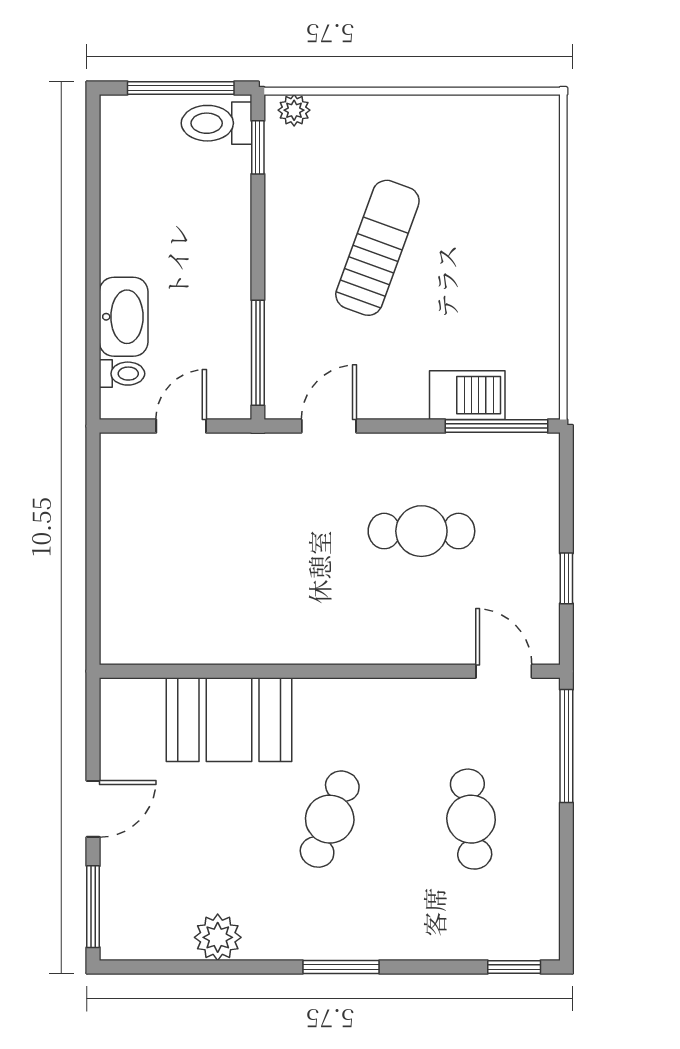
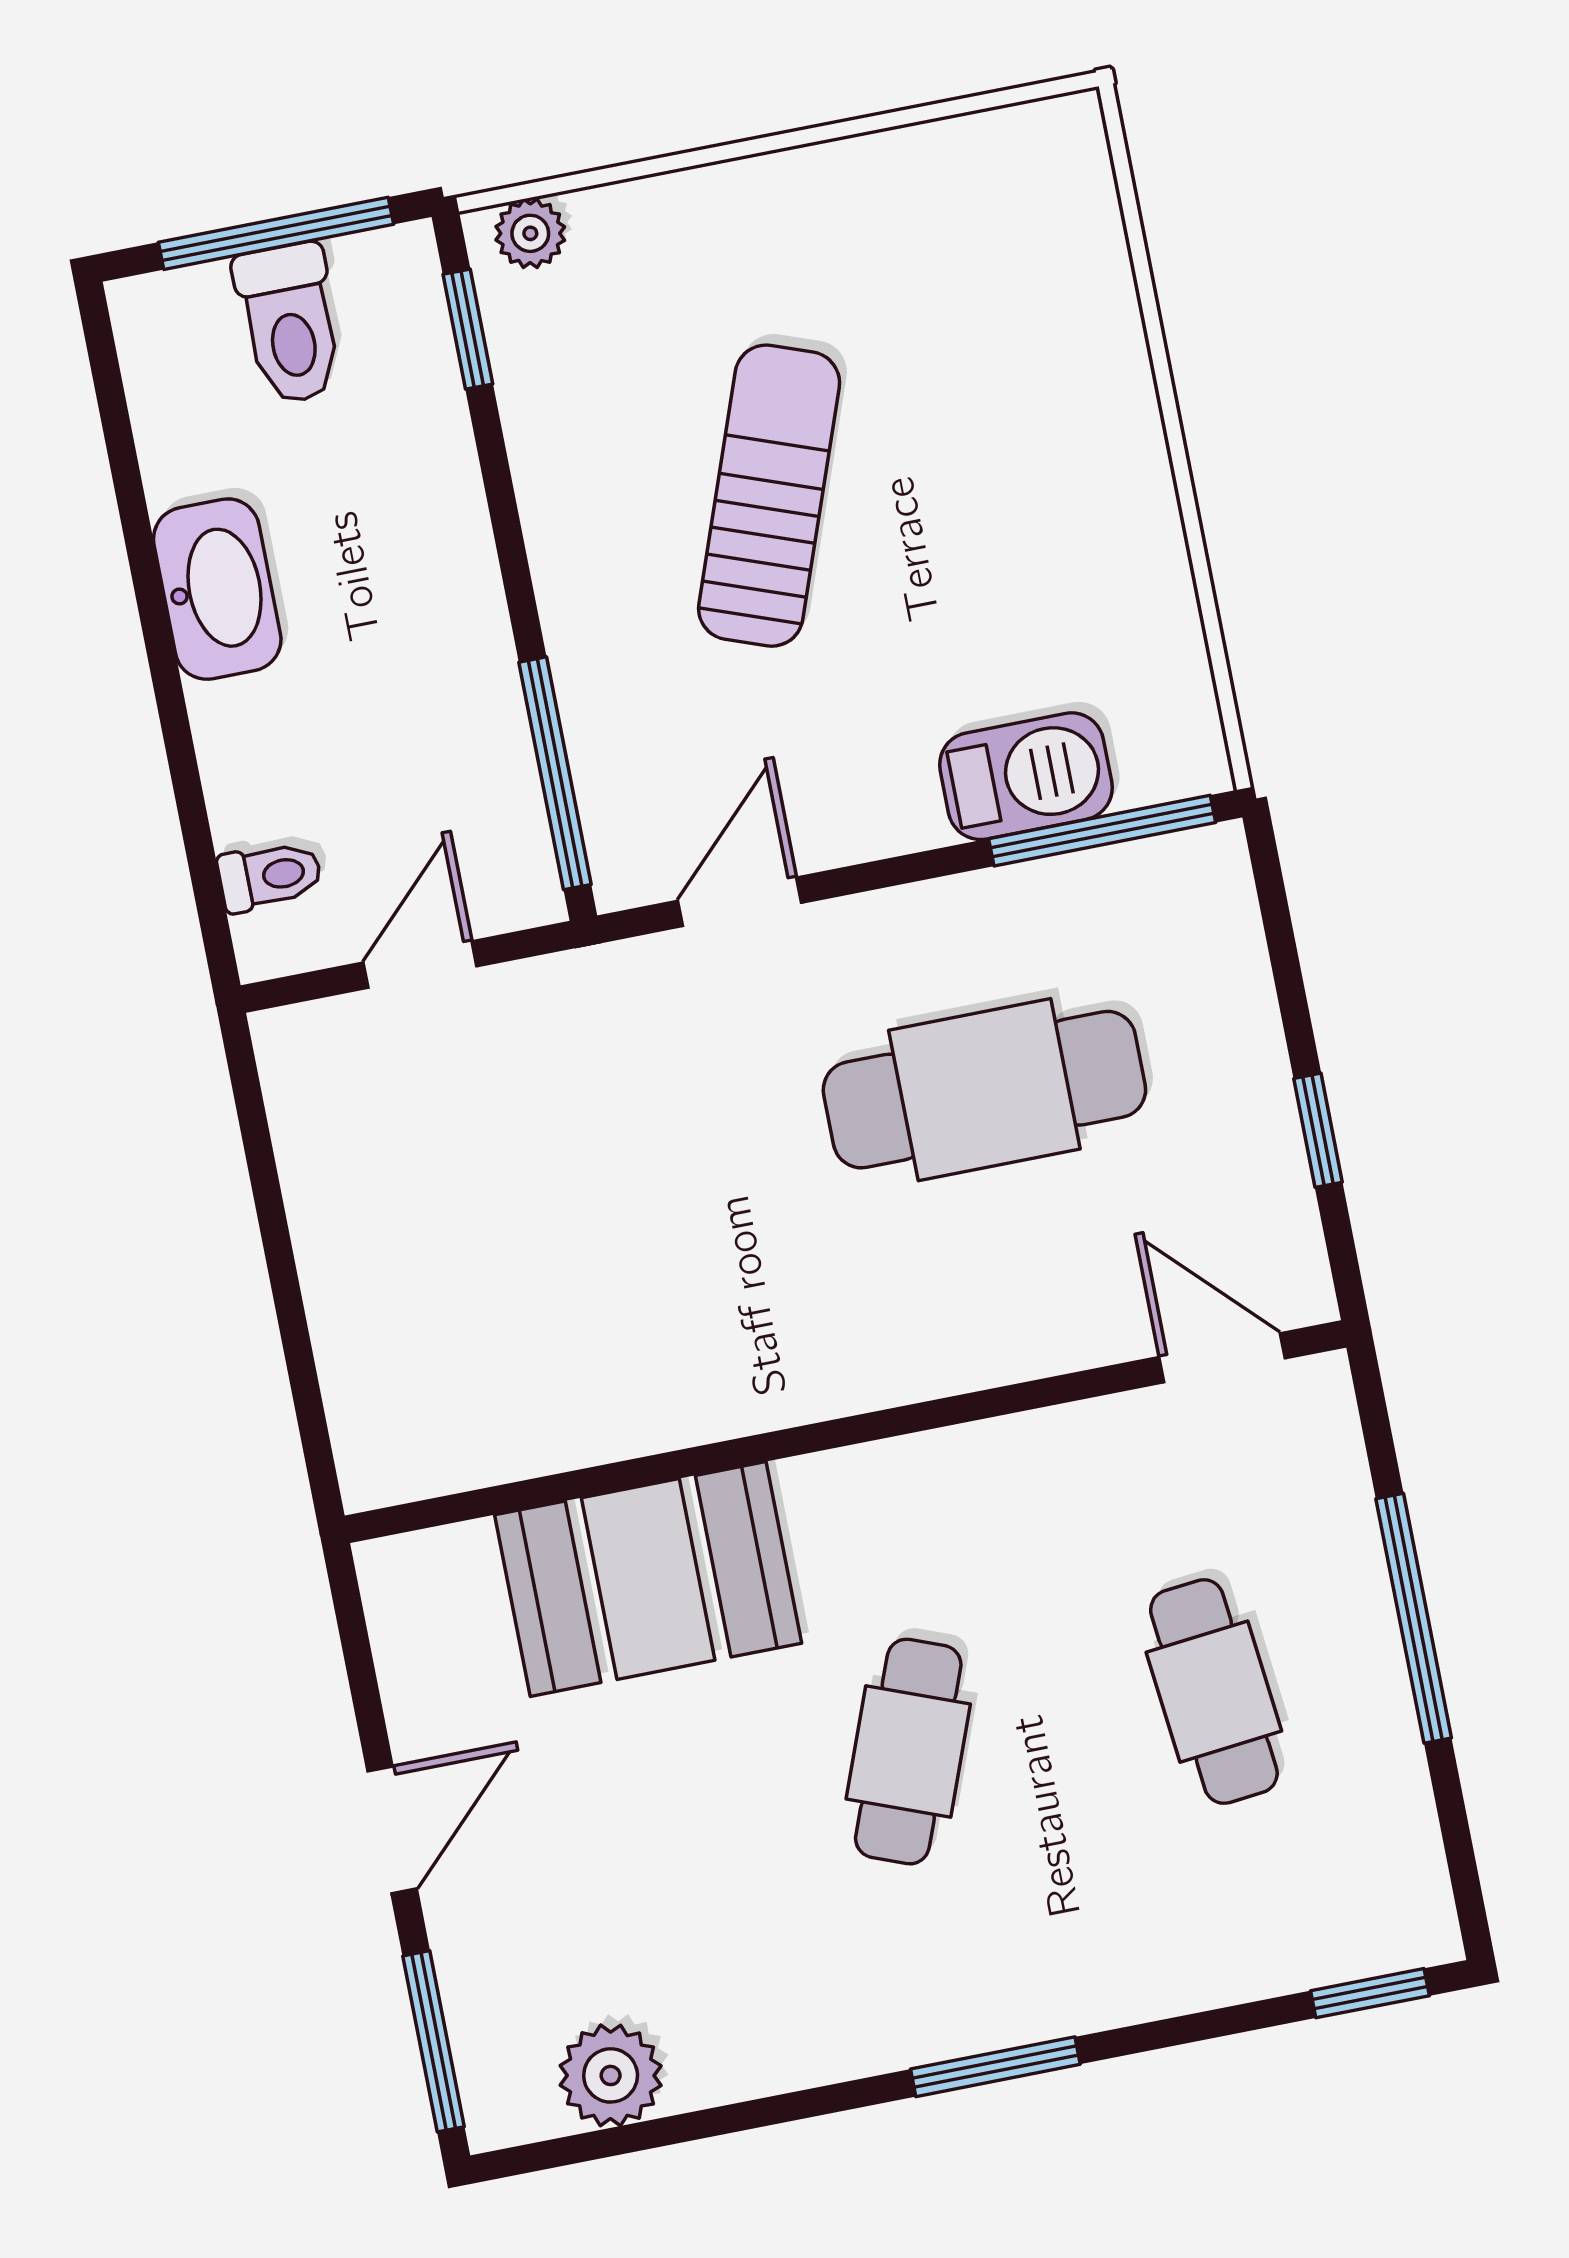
toilet: (216, 123) -> (290, 324), moved, turned -90
washbasin: (124, 317) -> (217, 589), moved
cafe table: (421, 531) -> (984, 1090), width x1.37, depth x1.35
window: (566, 746) -> (1414, 1618), moved
plant: (218, 937) -> (611, 2075), moved

